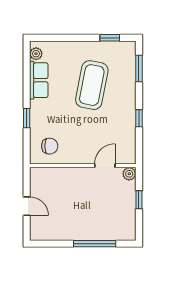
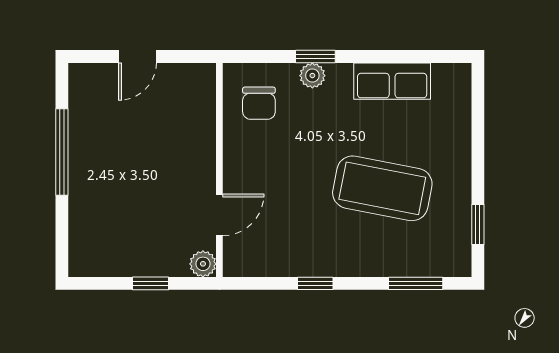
plant: (36, 54) -> (312, 76), moved
door: (105, 166) -> (219, 215), hinge flipped
window: (95, 244) -> (62, 152), moved

